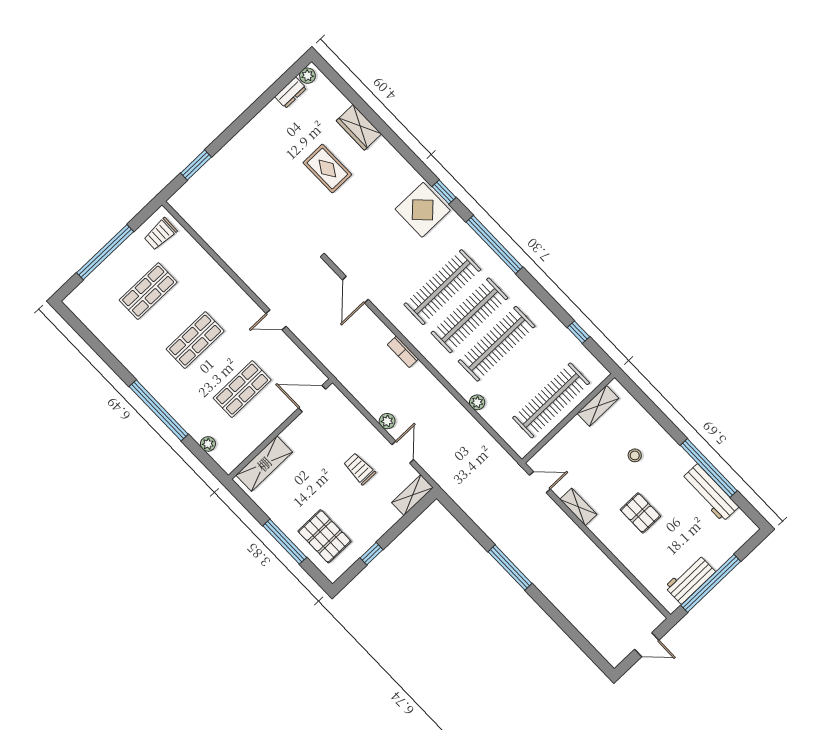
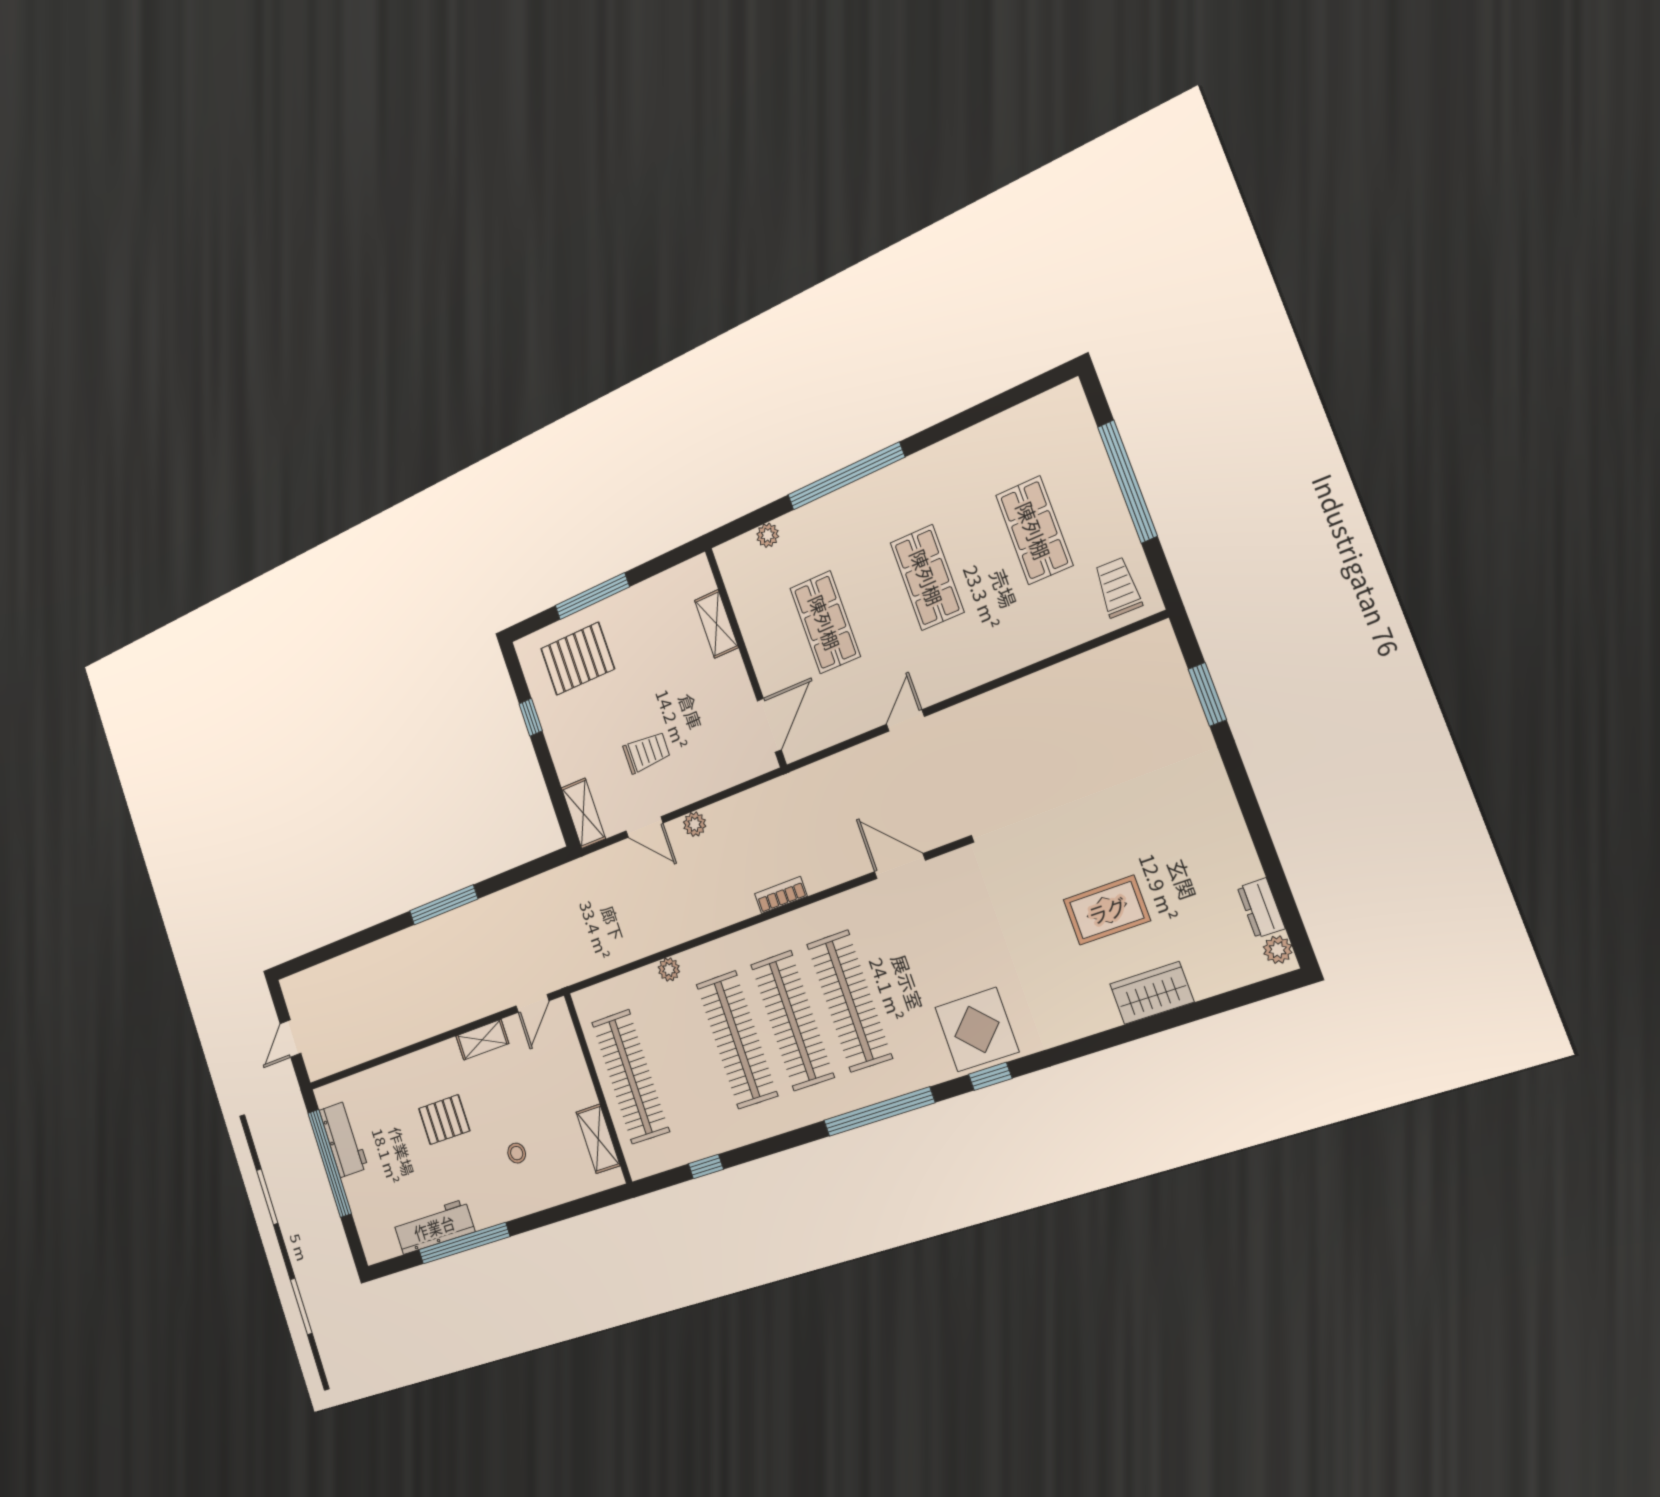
shelving: (264, 464) -> (716, 624), width x0.67, depth x0.75

